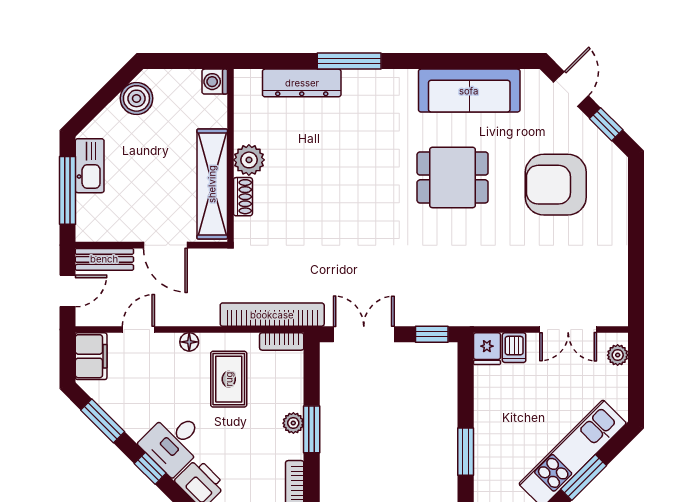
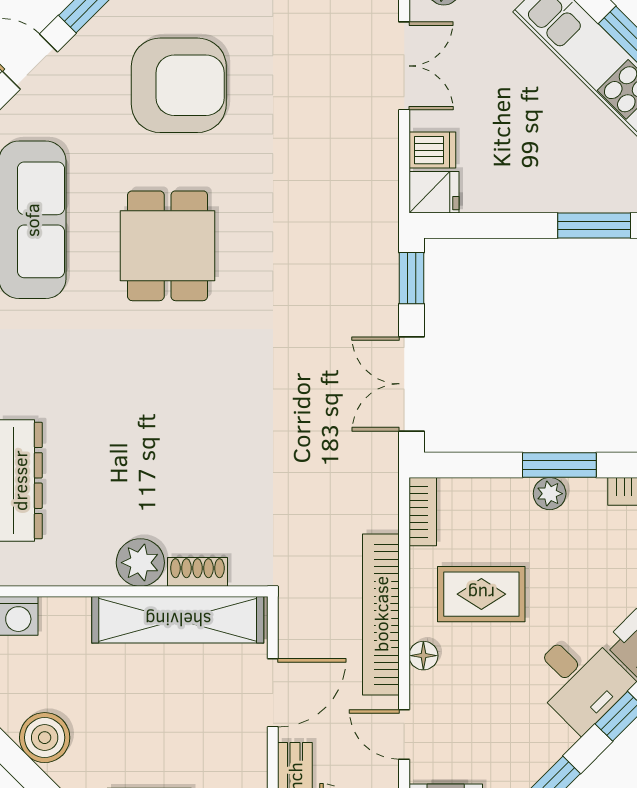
armchair: (556, 185) -> (179, 85), turned -90
bookcase: (272, 315) -> (381, 614), moved

